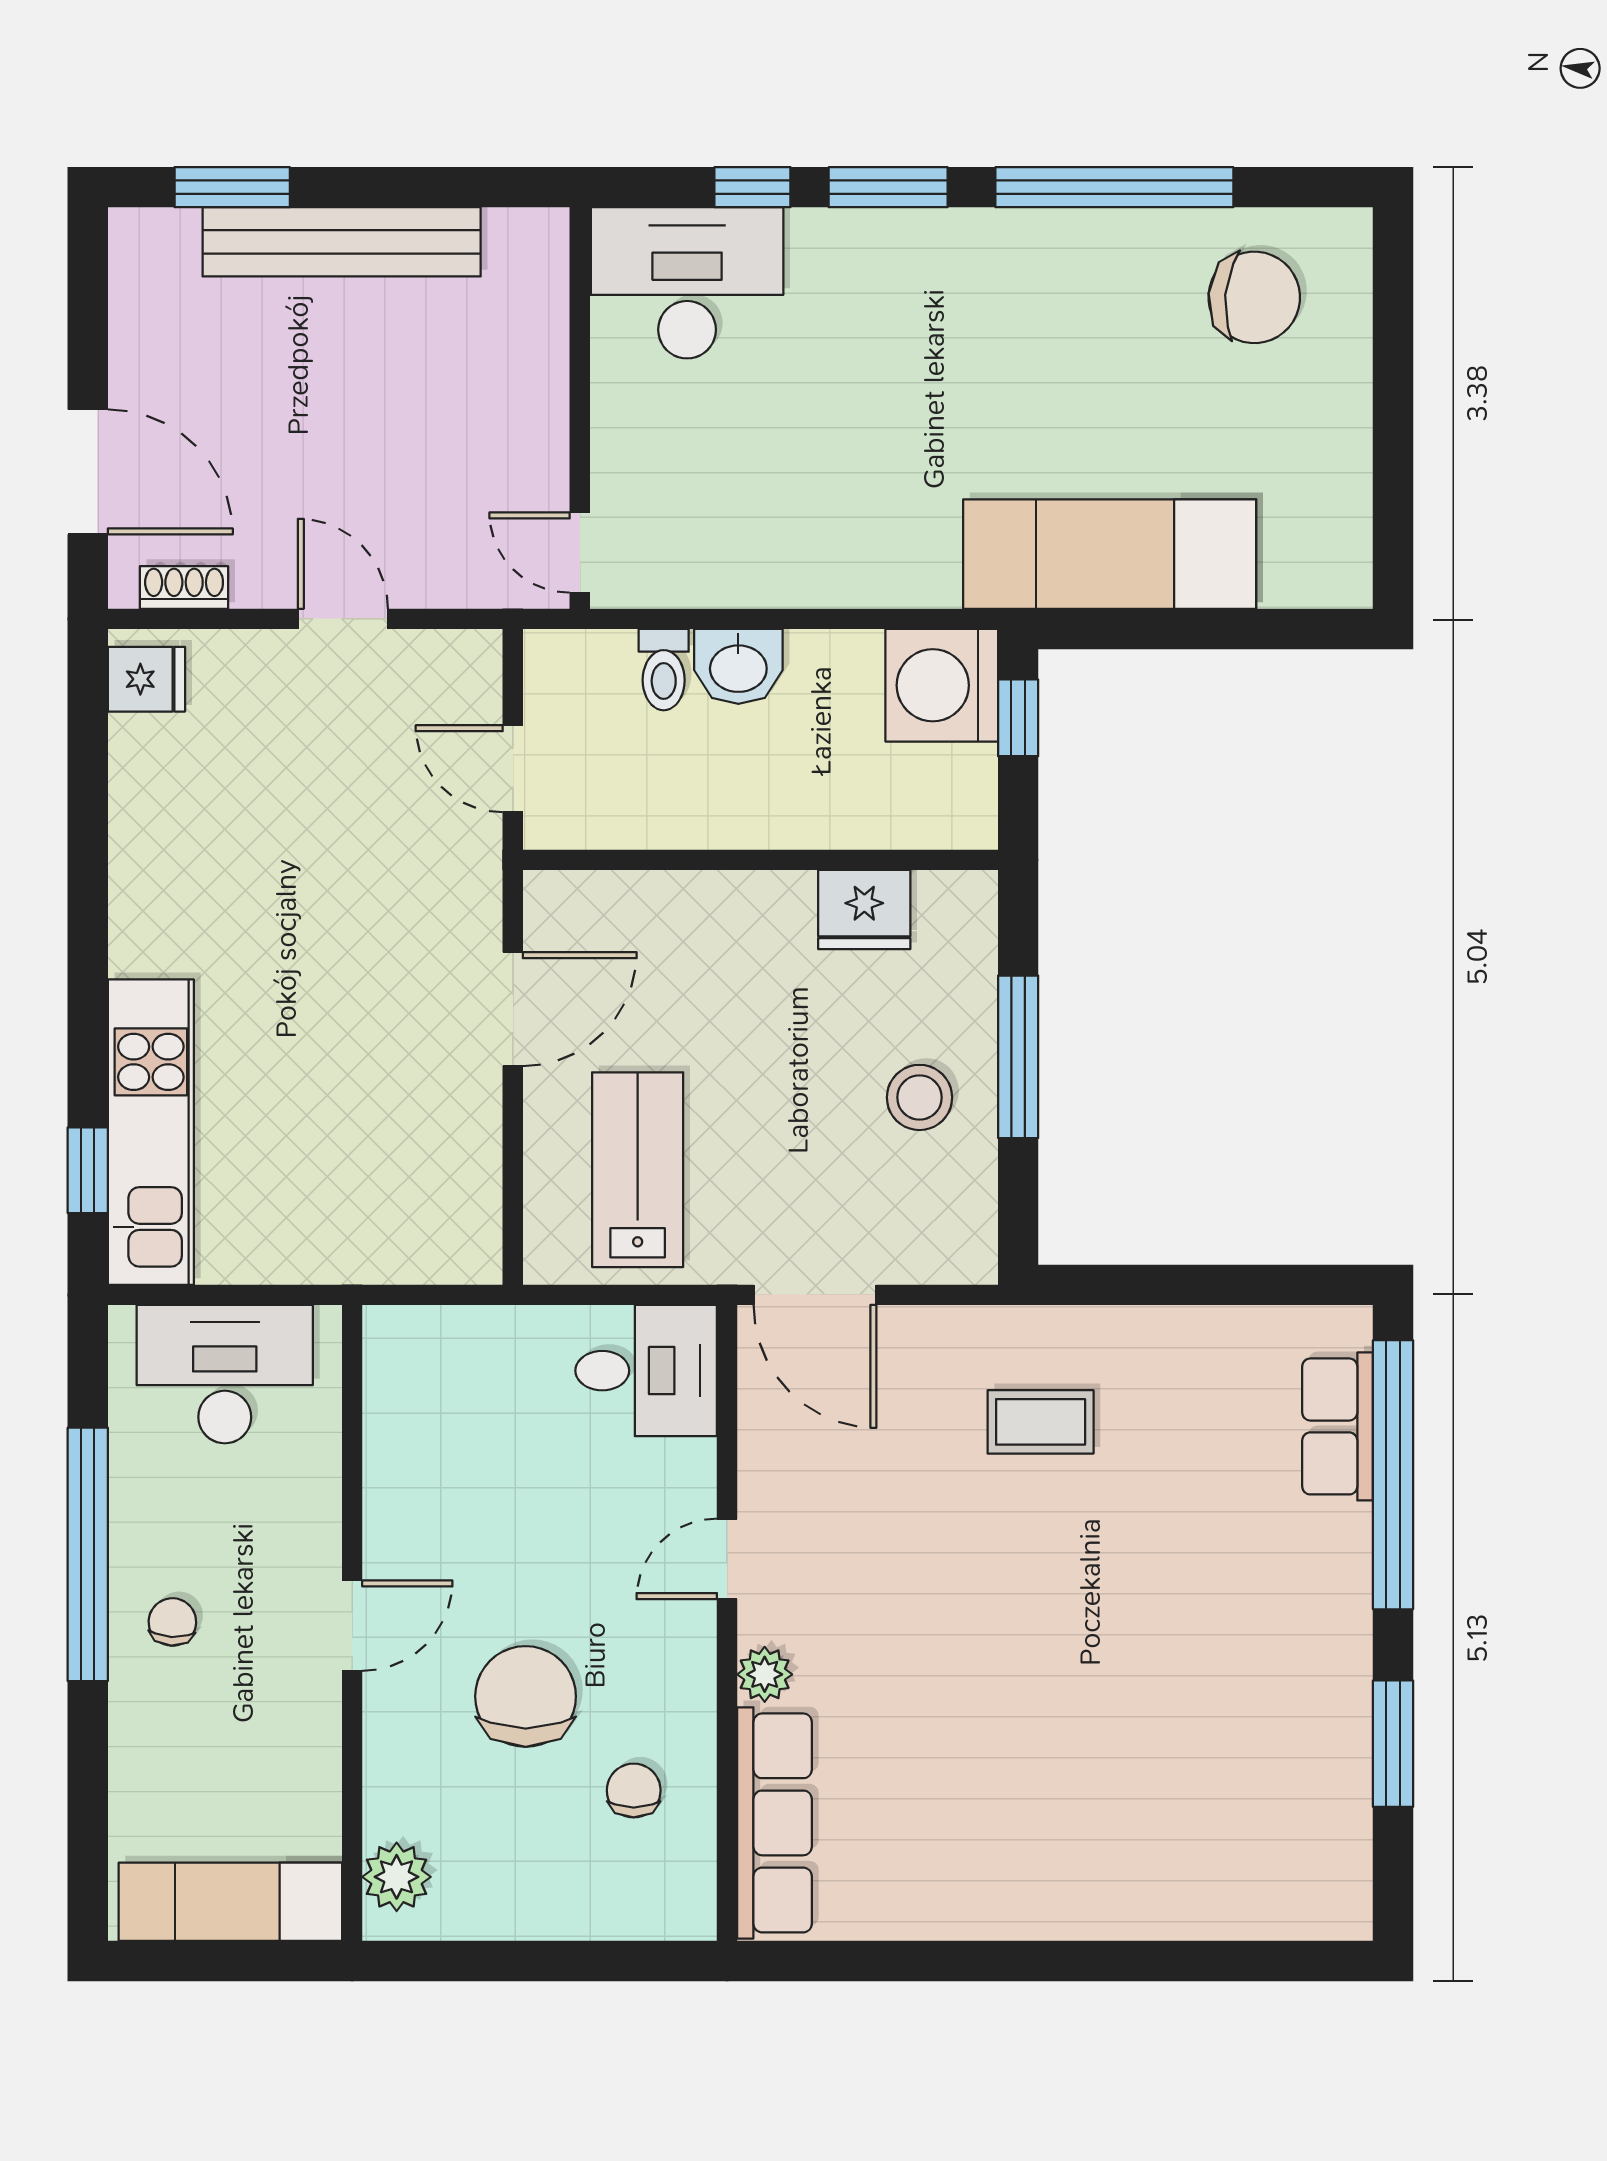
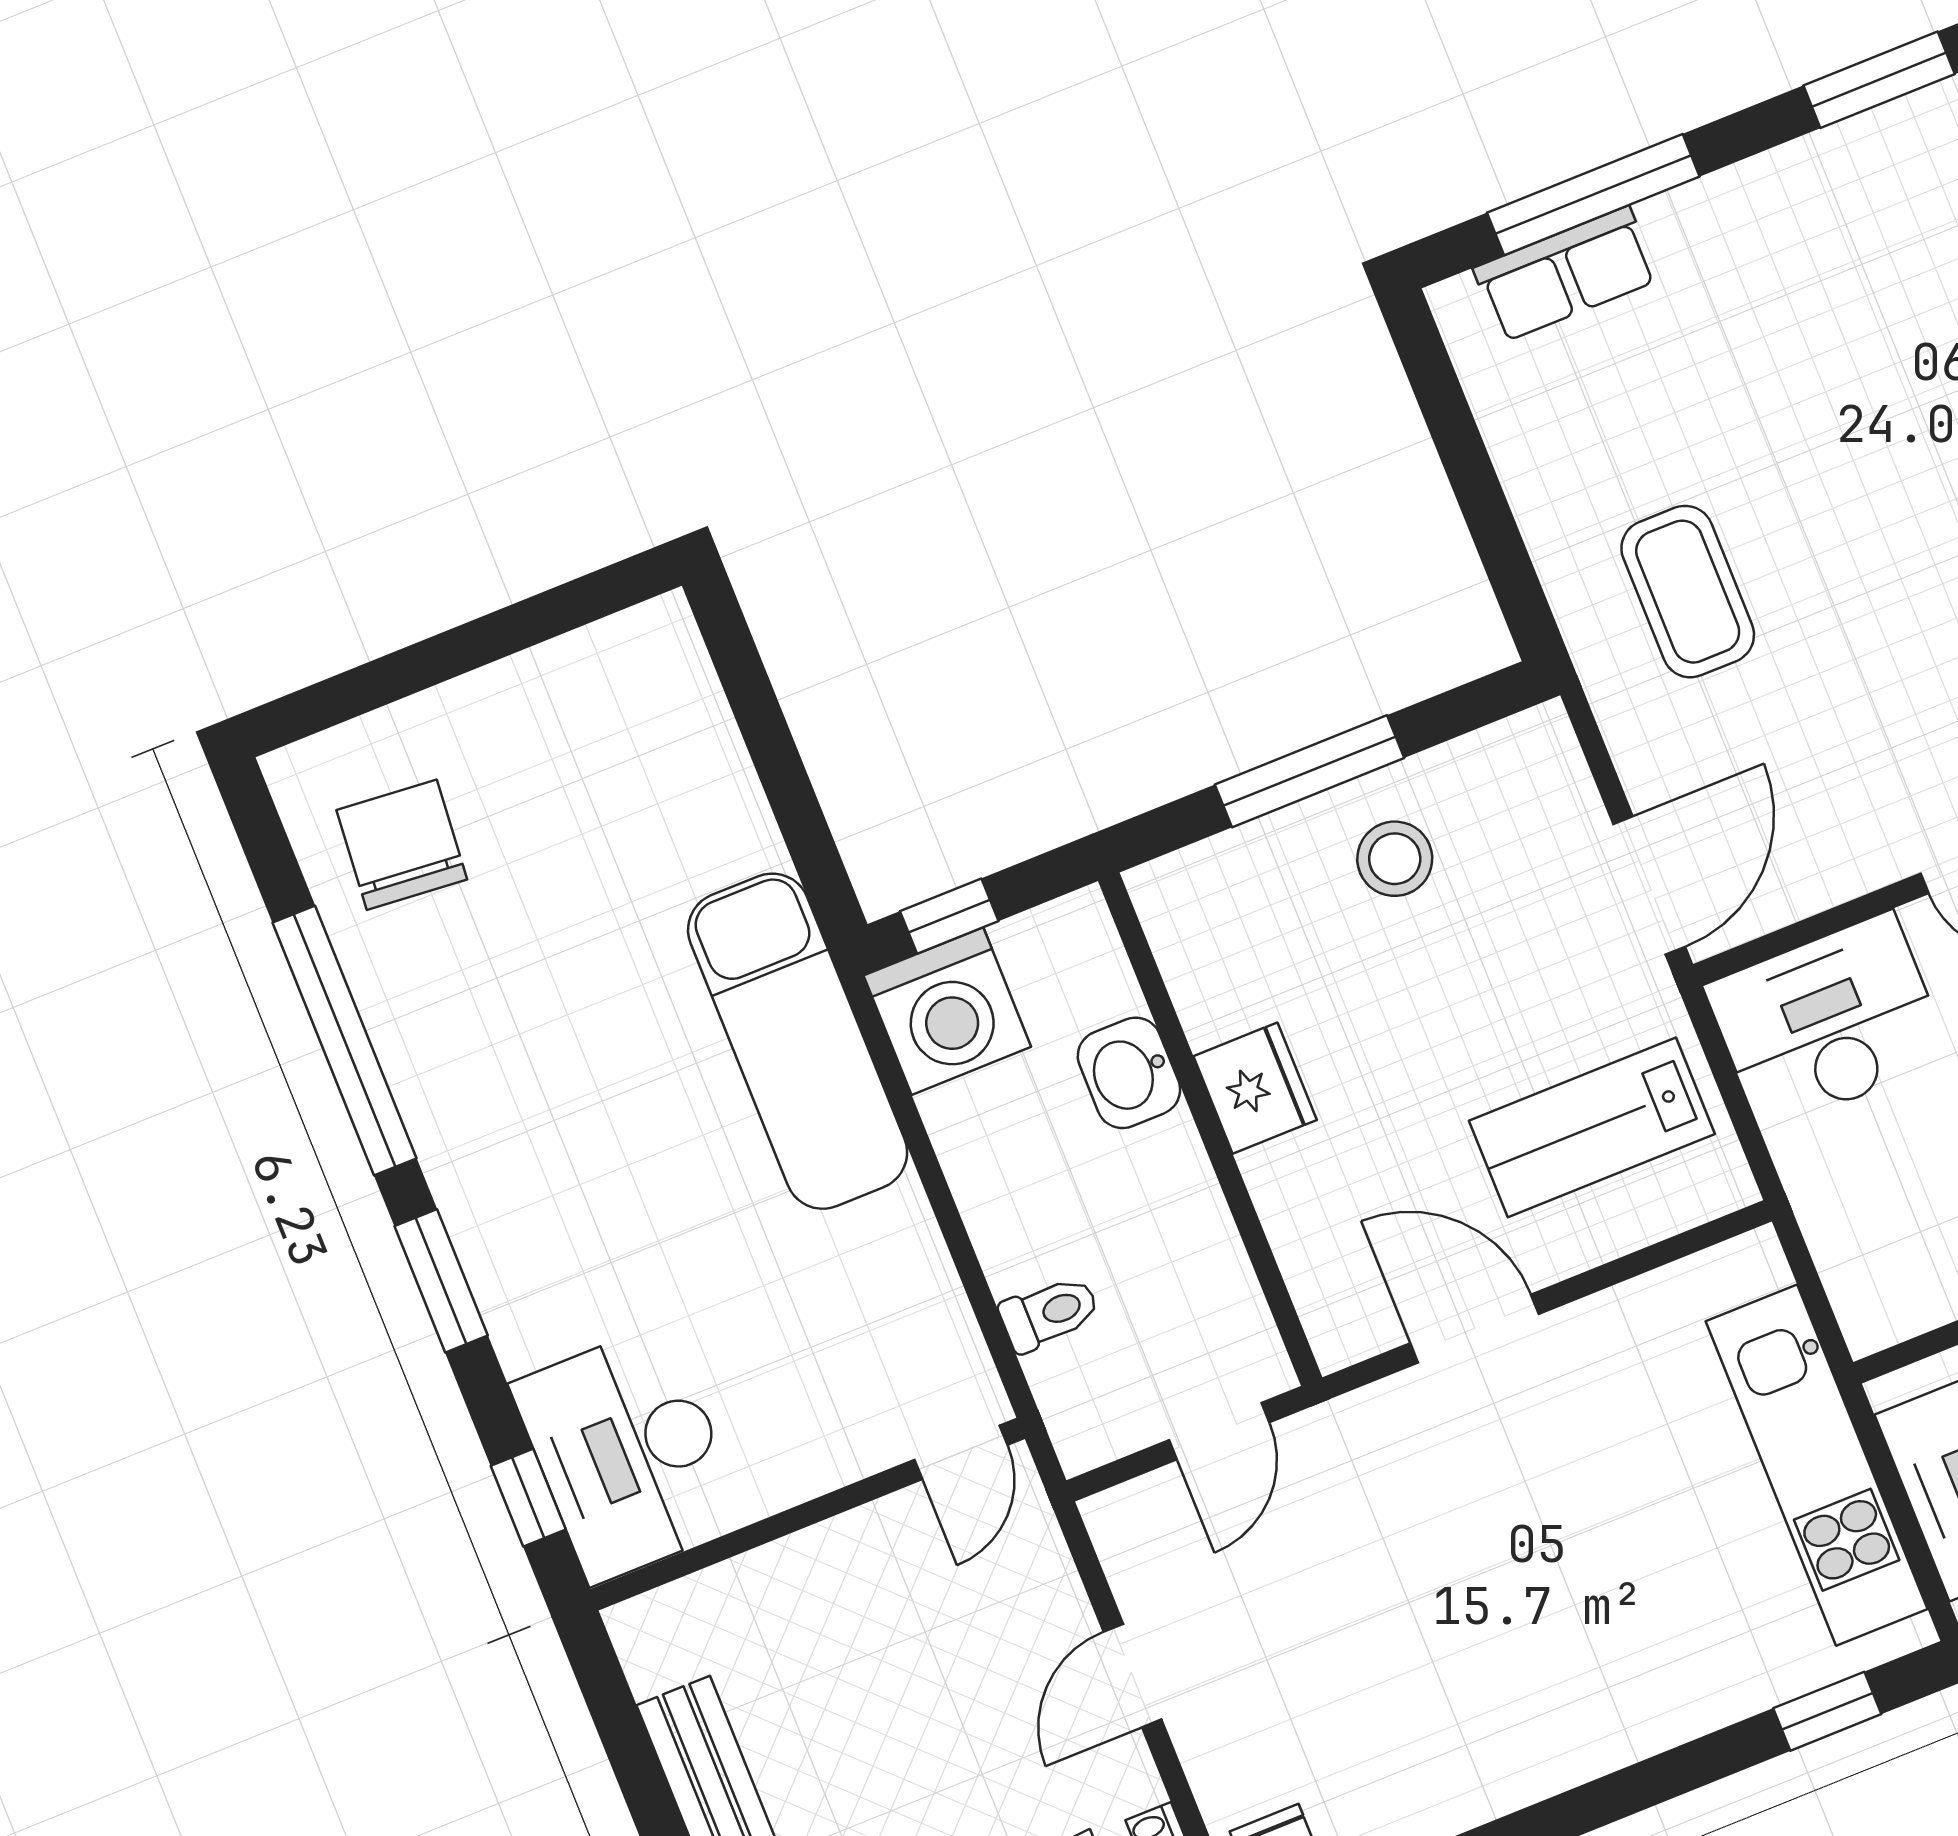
window: (752, 187) -> (528, 1498), moved
exam couch: (1110, 554) -> (798, 1041), moved
washbasin: (738, 666) -> (1129, 1073), moved, turned 180
fridge: (864, 910) -> (1255, 1088), moved
kitchen unit: (151, 1132) -> (1817, 1465), moved, turned -90
desk: (646, 1371) -> (1828, 1022), width x1.37
coffee table: (1041, 1422) -> (1688, 592), width x1.36, depth x1.30
window: (1393, 1475) -> (1593, 195), width x0.68

